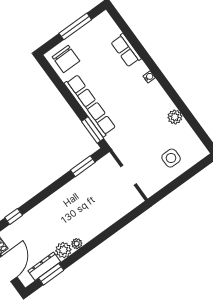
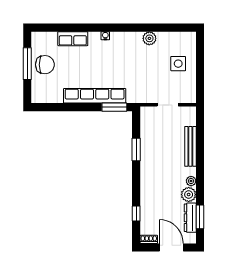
chair: (66, 59) -> (45, 65), moved
window: (83, 166) -> (136, 150), moved
bench: (107, 221) -> (190, 146), added

